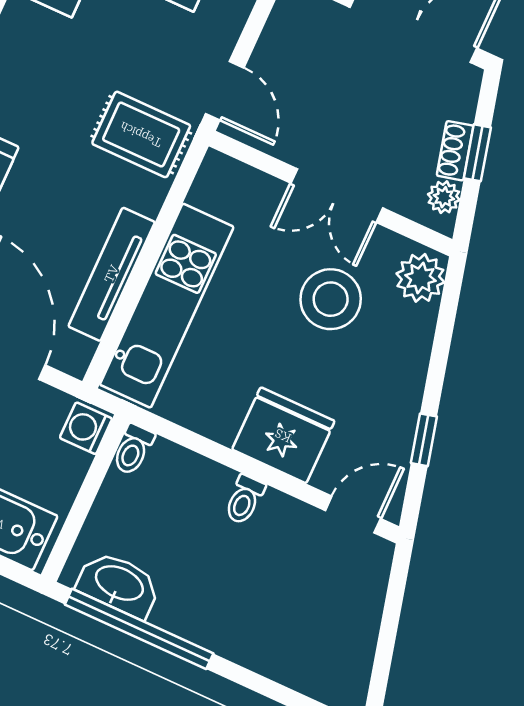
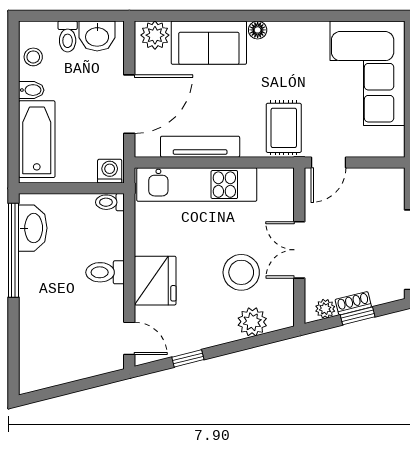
plant: (420, 278) -> (252, 322), moved
toilet: (244, 500) -> (105, 272), width x1.37, depth x1.39

